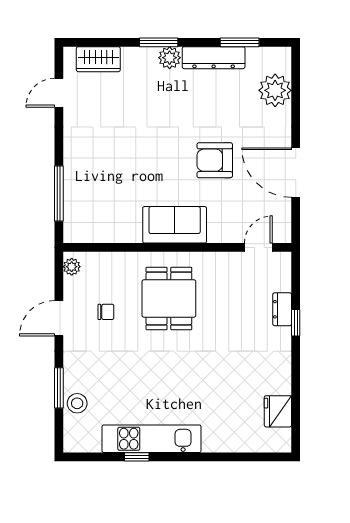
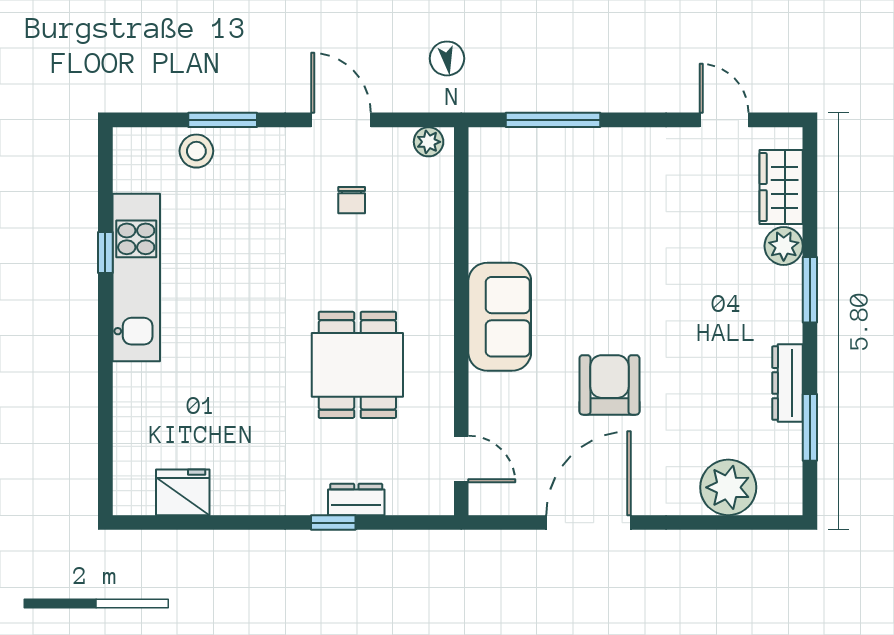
plant: (170, 58) -> (784, 246), moved
dresser: (214, 58) -> (787, 383), width x0.73, depth x0.80
dining table: (169, 298) -> (357, 365), moved, turned 90

